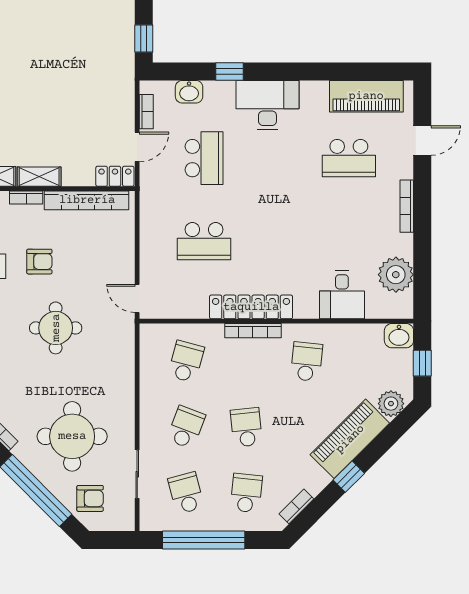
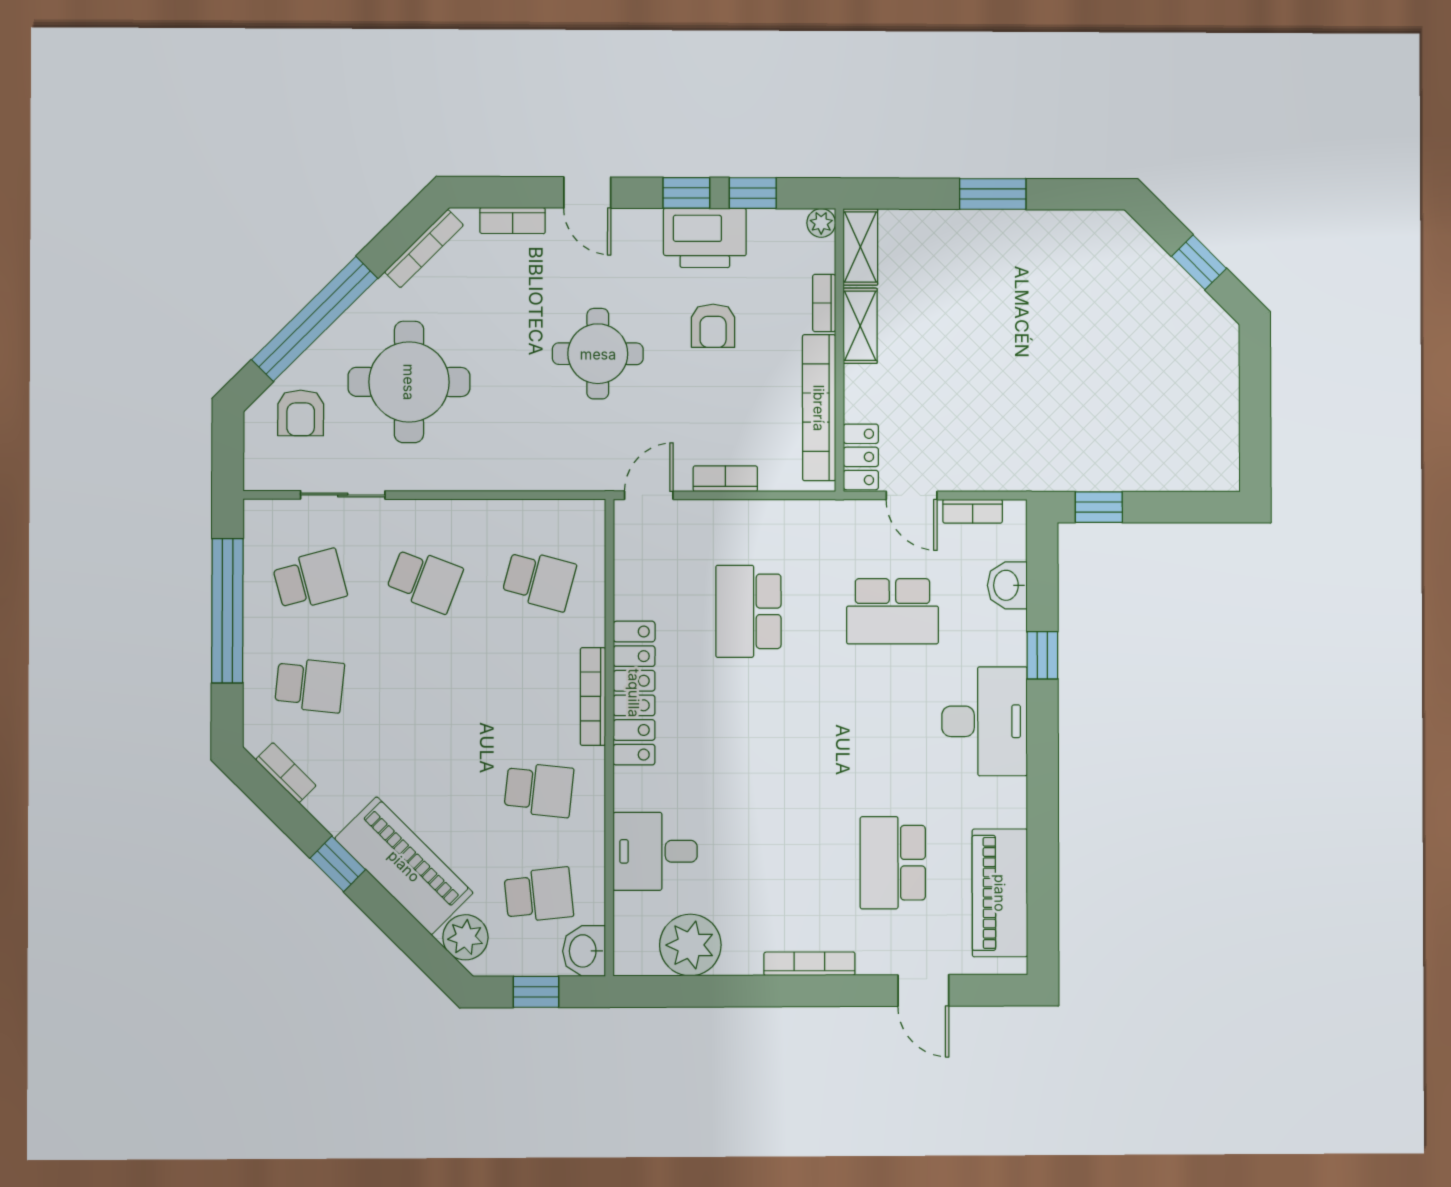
bookcase: (128, 254) -> (725, 479), added
school desk: (246, 427) -> (539, 895), moved

